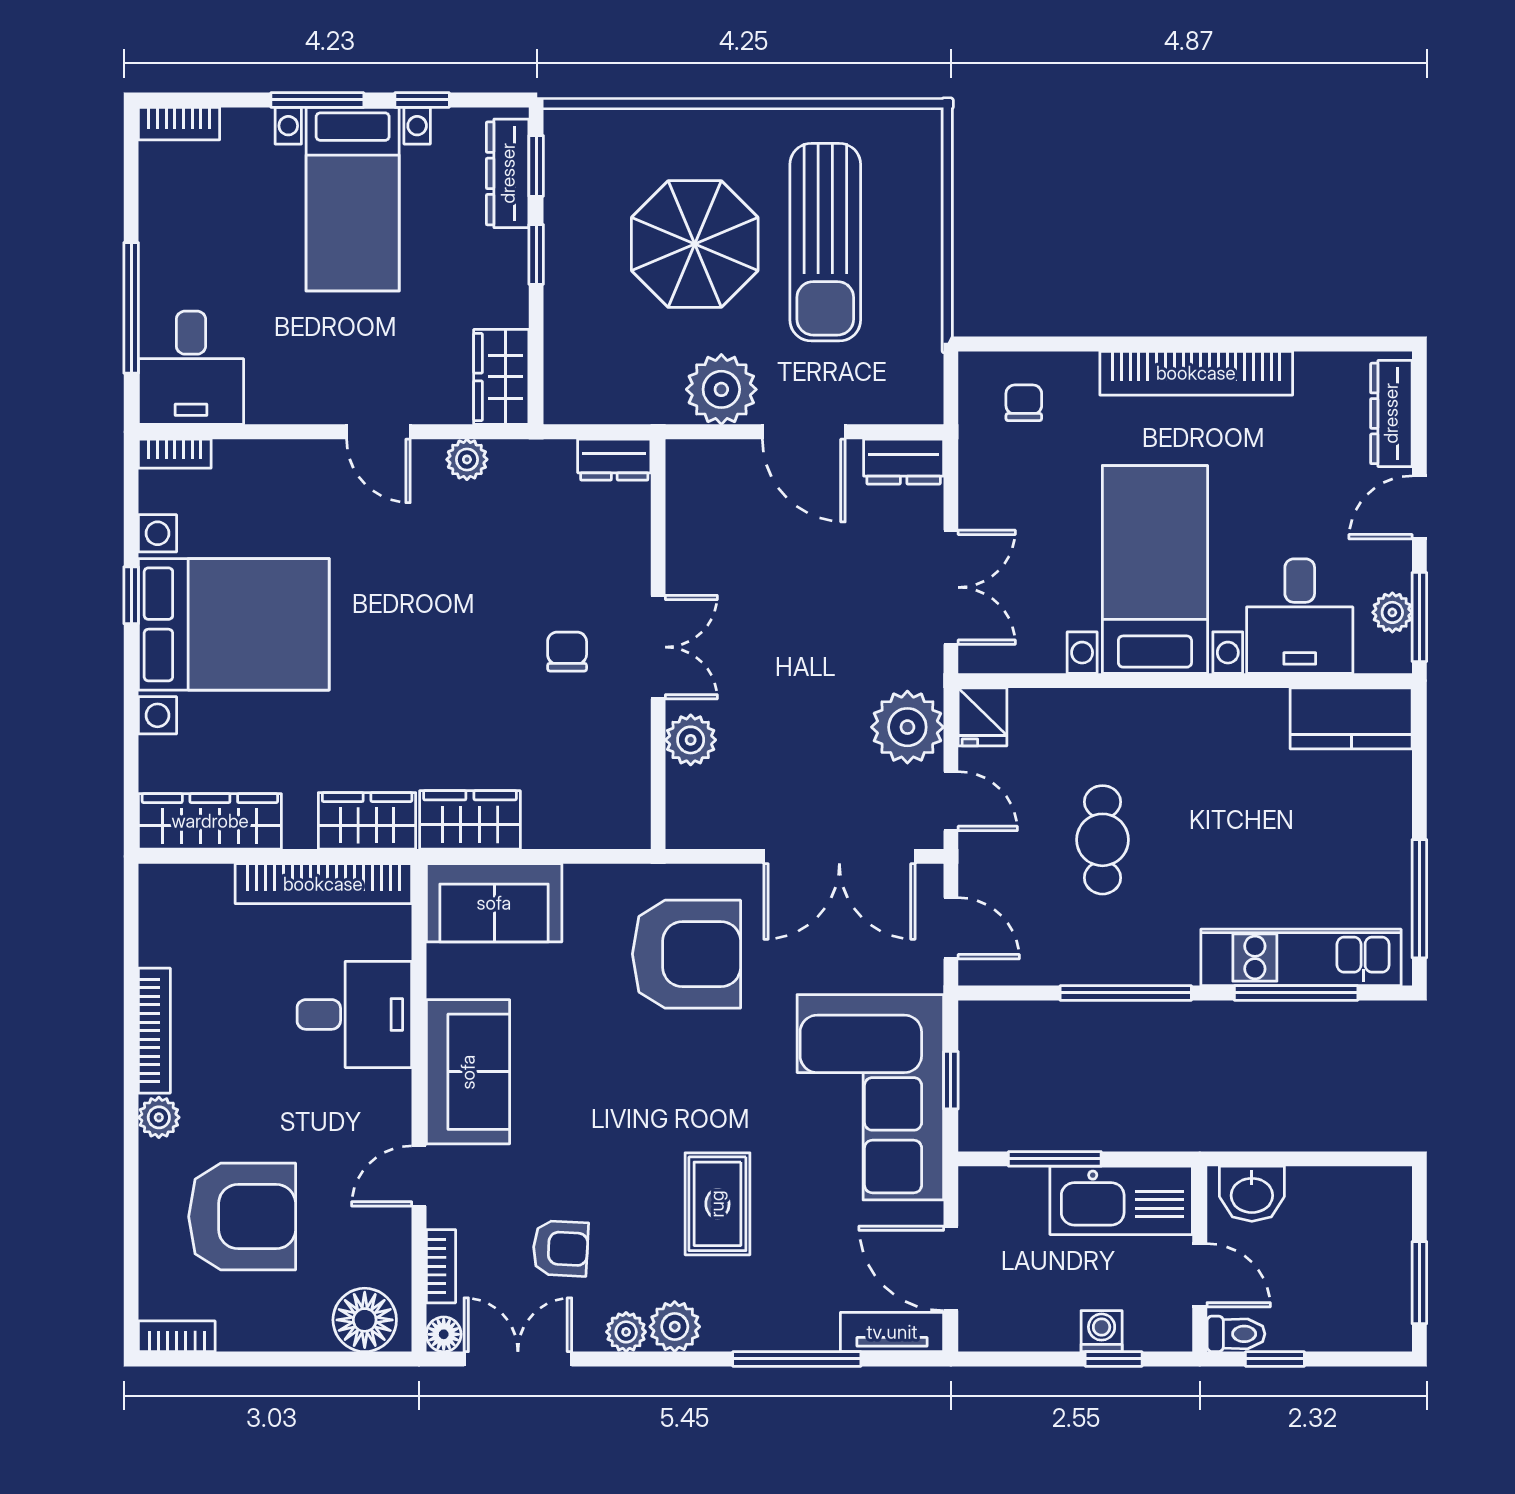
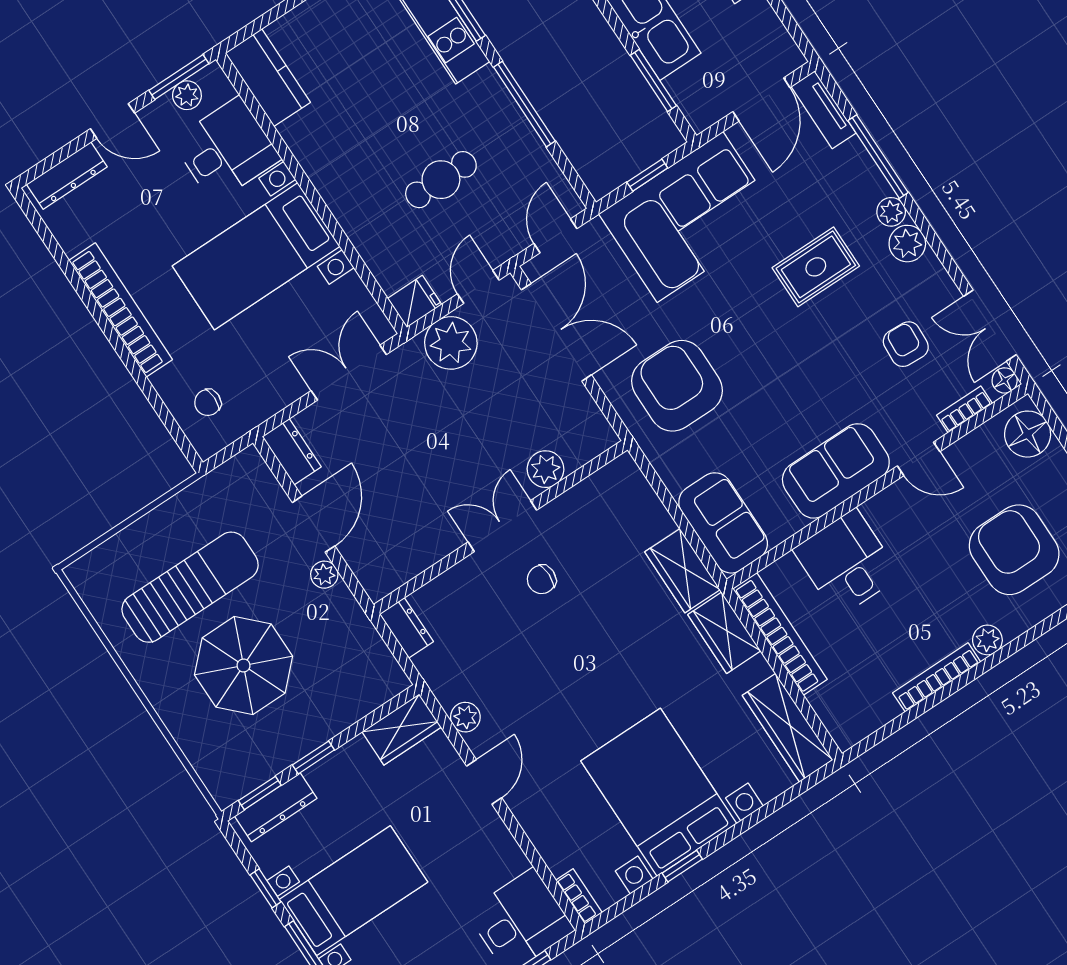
plant: (721, 389) -> (324, 575), width x0.53, depth x0.53
plant: (626, 1332) -> (891, 212), moved

